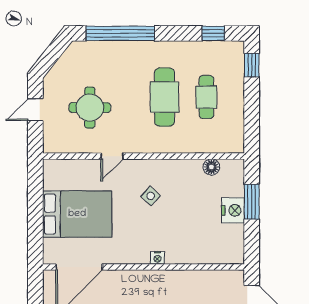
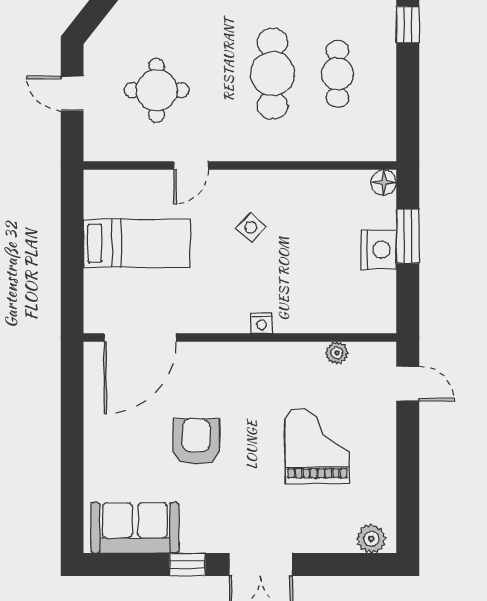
door: (35, 110) -> (72, 93), hinge flipped
floor lamp: (211, 167) -> (384, 182), moved
bed: (77, 214) -> (137, 243), width x0.67
plant: (206, 277) -> (337, 353), added

